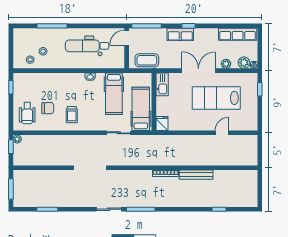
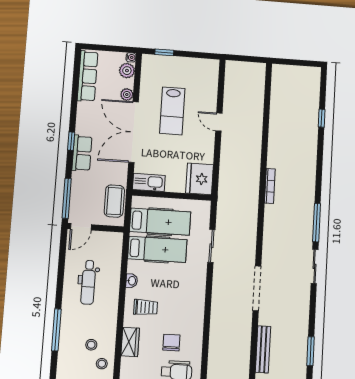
door: (127, 38) -> (81, 227), hinge flipped
dental chair: (87, 46) -> (88, 282), width x0.73, depth x0.72
double door: (198, 71) -> (133, 132), width x1.36
wardrobe: (47, 79) -> (130, 342), added
lab bench: (216, 98) -> (172, 111), width x0.73, depth x0.72
hospital bed: (141, 109) -> (160, 222), moved, turned 180
trolley: (72, 115) -> (146, 307), moved
fridge: (162, 124) -> (200, 179), width x1.88, depth x1.34
door: (222, 133) -> (219, 122), moved
bench: (196, 175) -> (263, 349), moved

